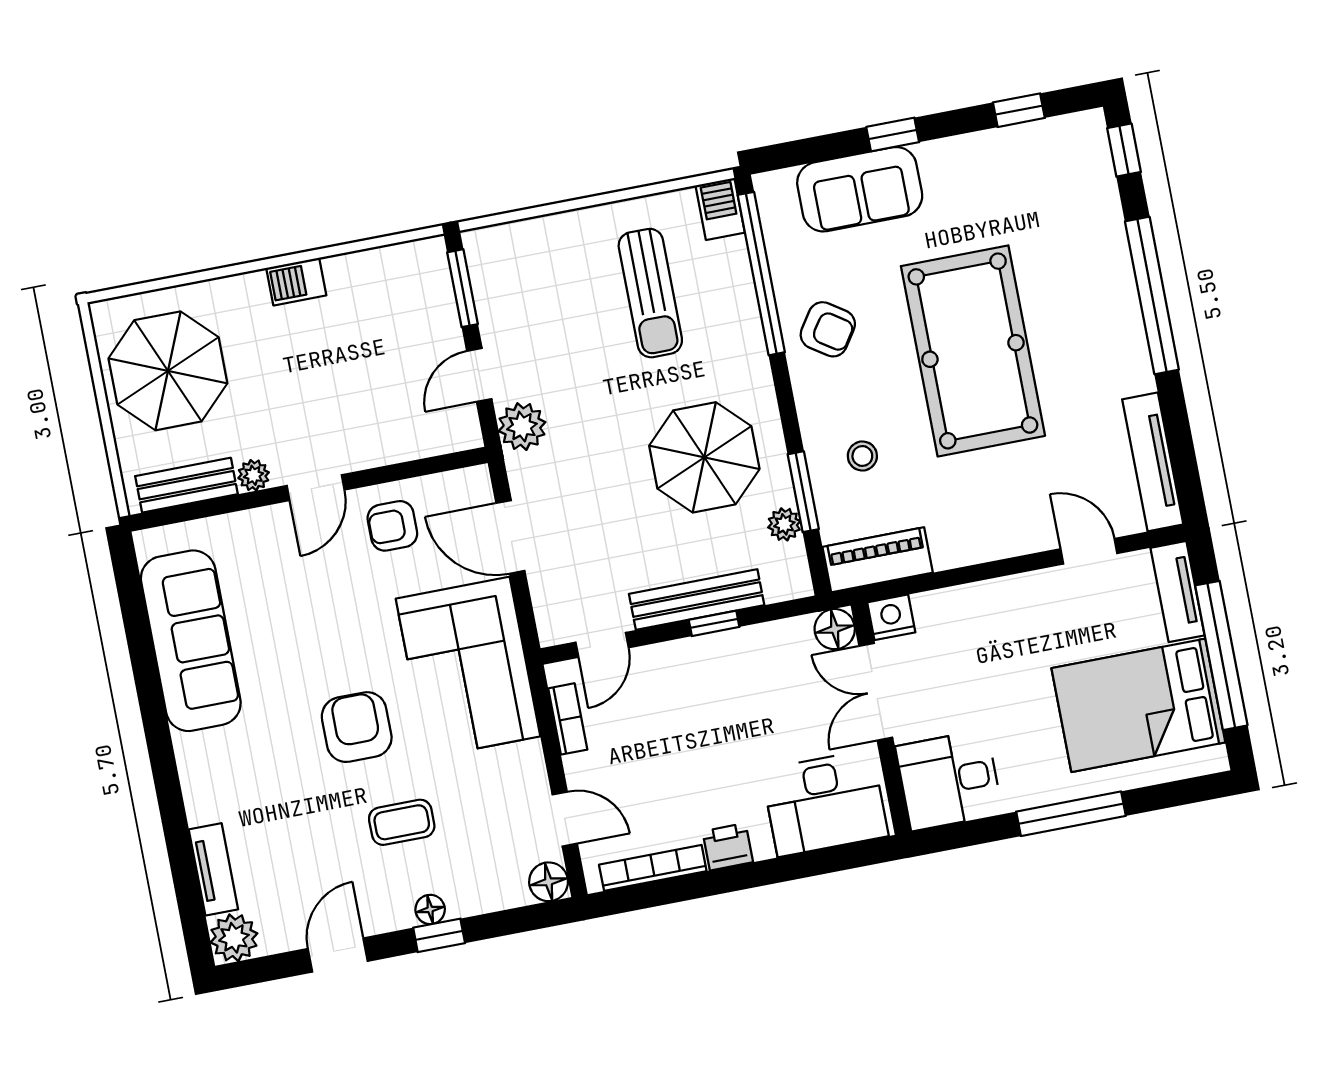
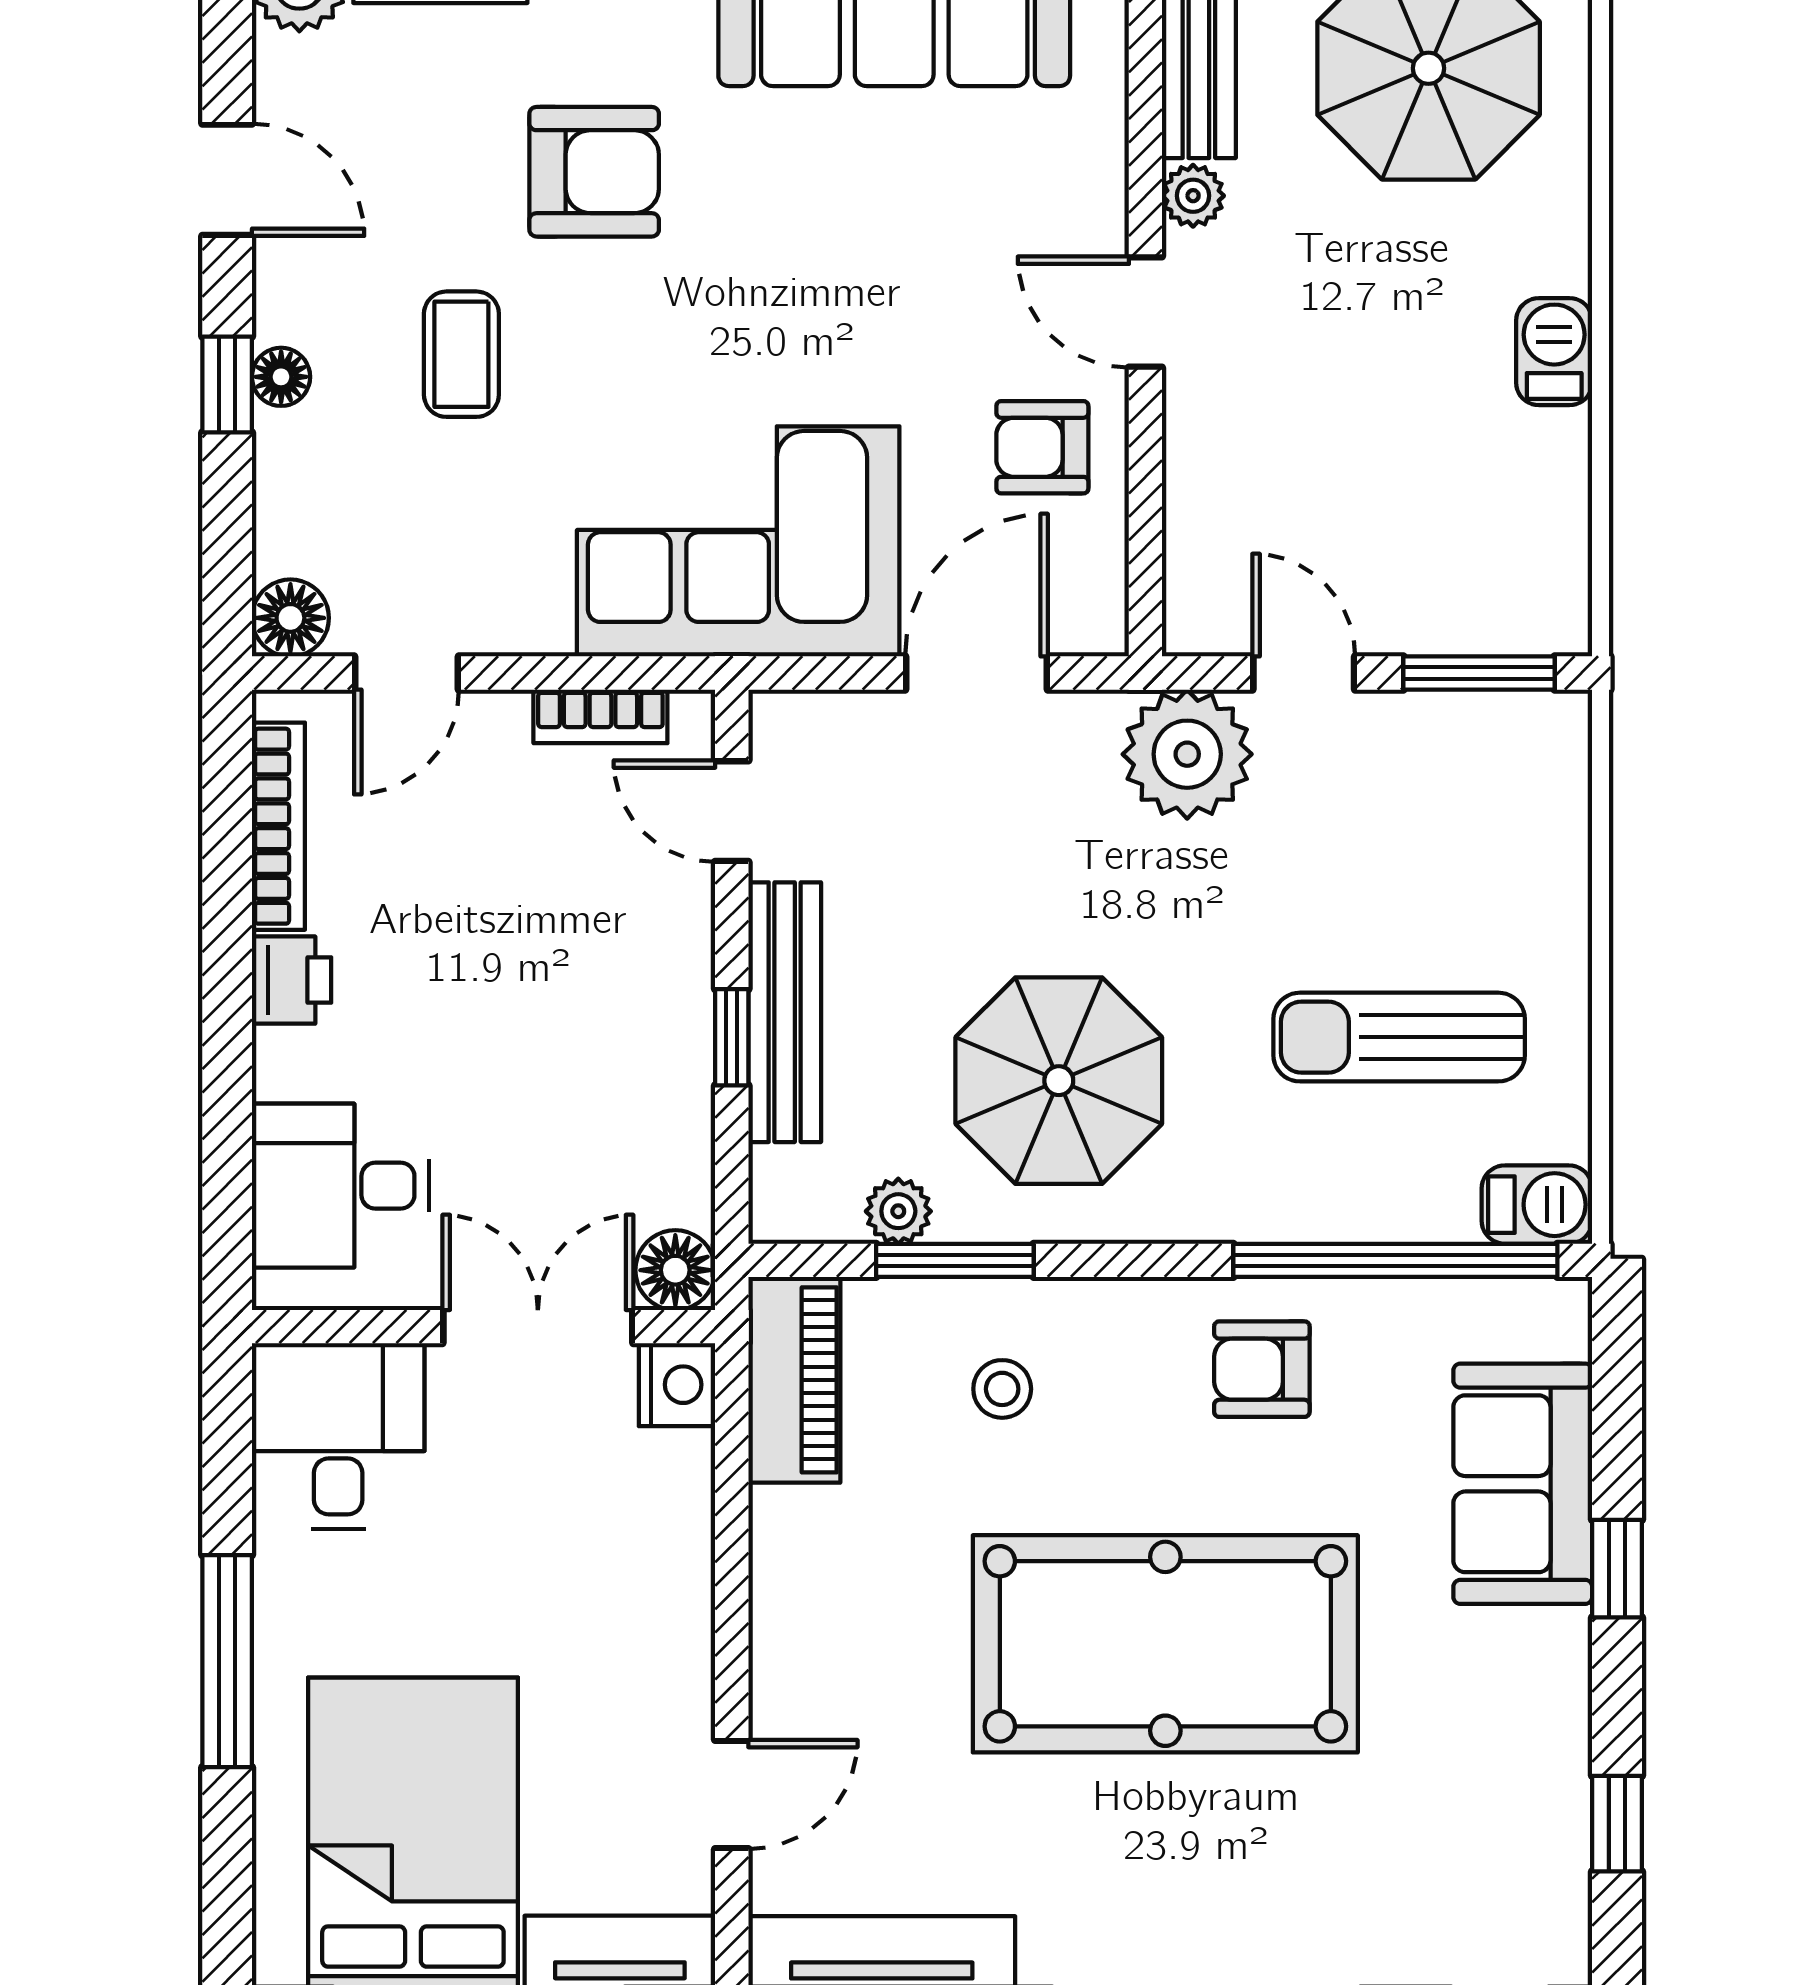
armchair: (828, 329) -> (1262, 1369), turned 56
plant: (522, 427) -> (1187, 754), width x1.36, depth x1.36
armchair: (392, 526) -> (1042, 447), turned -90
armchair: (357, 727) -> (594, 172), moved
desk: (825, 803) -> (340, 1186), width x0.73

